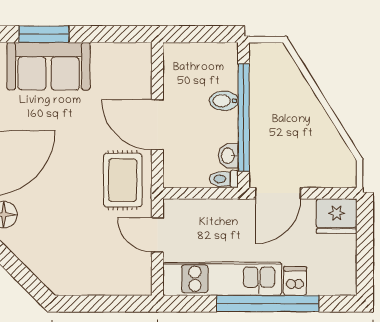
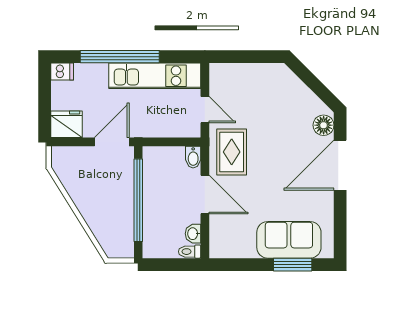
bidet: (224, 101) -> (193, 157), moved, turned 90
washbasin: (228, 156) -> (193, 234), moved, turned 180
toilet: (224, 179) -> (190, 252), moved, turned 180
dishwasher: (295, 281) -> (62, 72), moved, turned -90

